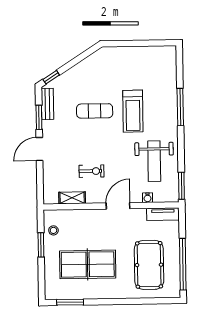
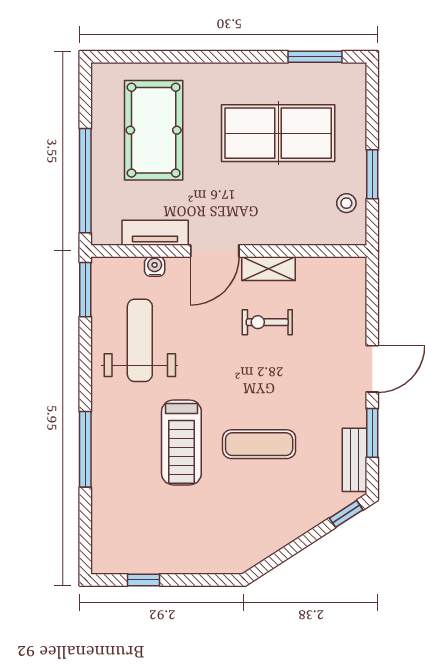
window: (151, 43) -> (144, 580), added
treadmill: (133, 111) -> (181, 442), turned 180
shelving: (72, 198) -> (269, 269), moved
tv unit: (163, 214) -> (155, 233), moved
window: (183, 264) -> (85, 181), moved

